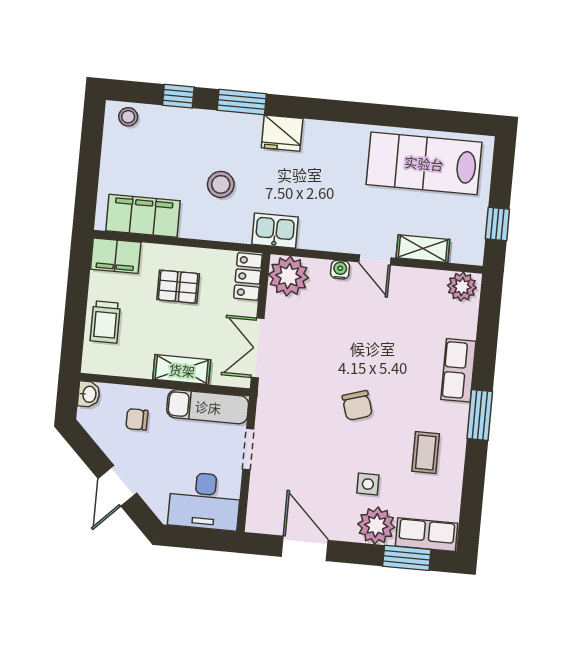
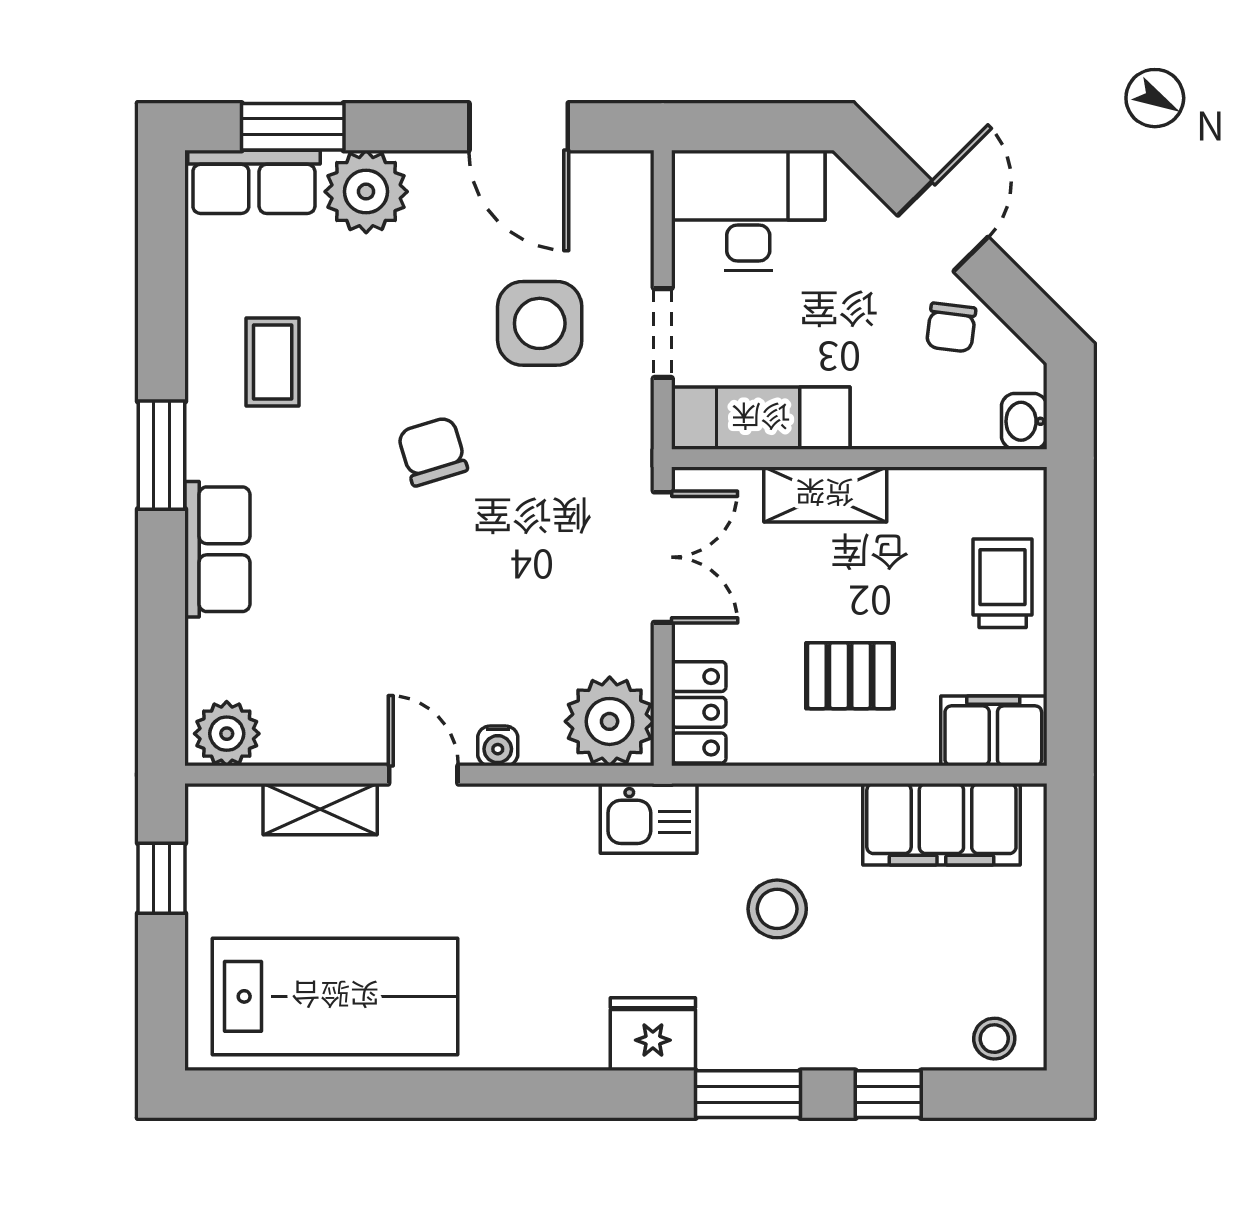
chair: (137, 419) -> (951, 327), moved, turned 97
side table: (368, 484) -> (540, 323), moved, width x1.87, depth x1.87

